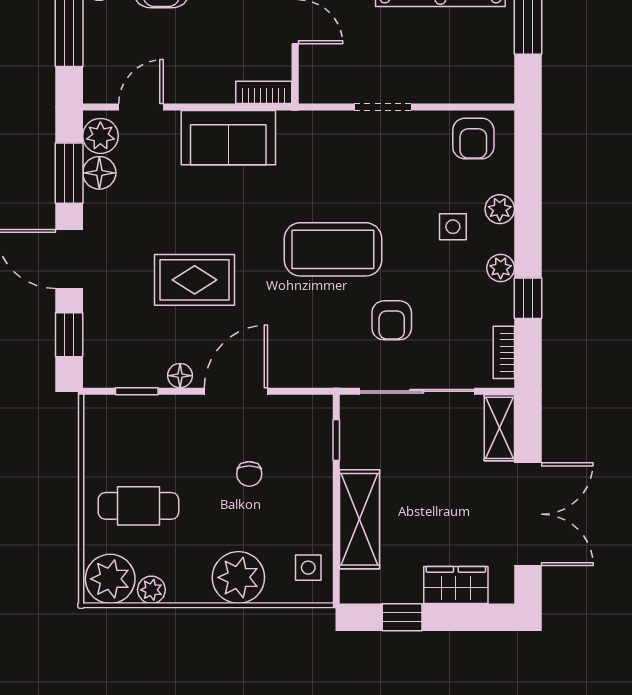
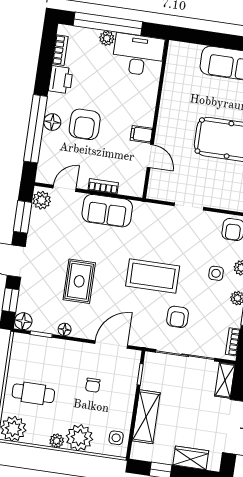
bookcase: (264, 92) -> (103, 186), moved
floor lamp: (99, 173) -> (23, 321), moved
rug: (195, 280) -> (79, 281), turned 90
door: (236, 391) -> (111, 344), moved
plant: (151, 590) -> (57, 441), moved

